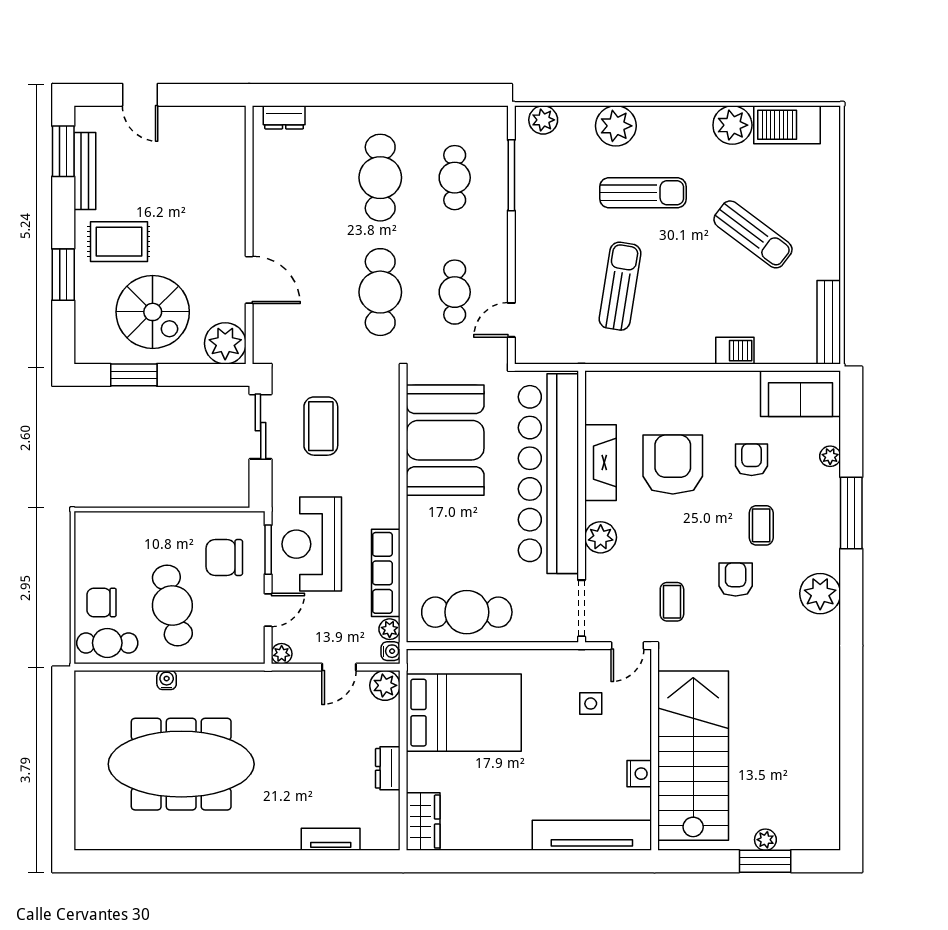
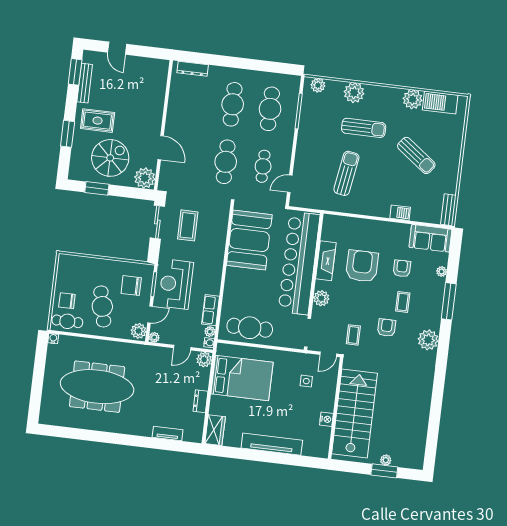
dresser: (284, 117) -> (193, 69), width x1.44
cafe table: (455, 178) -> (270, 109), width x1.37, depth x1.35
spiral stairs: (153, 312) -> (110, 158), turned -90
bench: (829, 322) -> (448, 210), width x0.73
row of seats: (386, 573) -> (211, 310), width x0.68
plant: (249, 645) -> (139, 331), added
water cooler: (167, 680) -> (53, 339), moved
tv unit: (592, 835) -> (272, 444), moved

